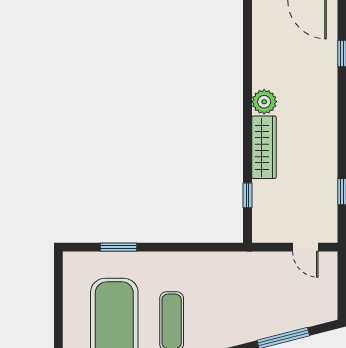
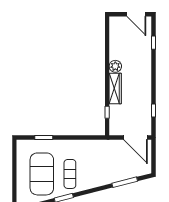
door: (305, 247) -> (136, 138), width x1.88

